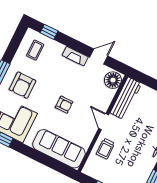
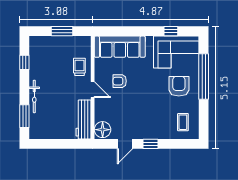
window: (49, 32) -> (150, 144), moved
fireplace: (75, 56) -> (146, 134), removed
armchair: (64, 105) -> (120, 81), moved

